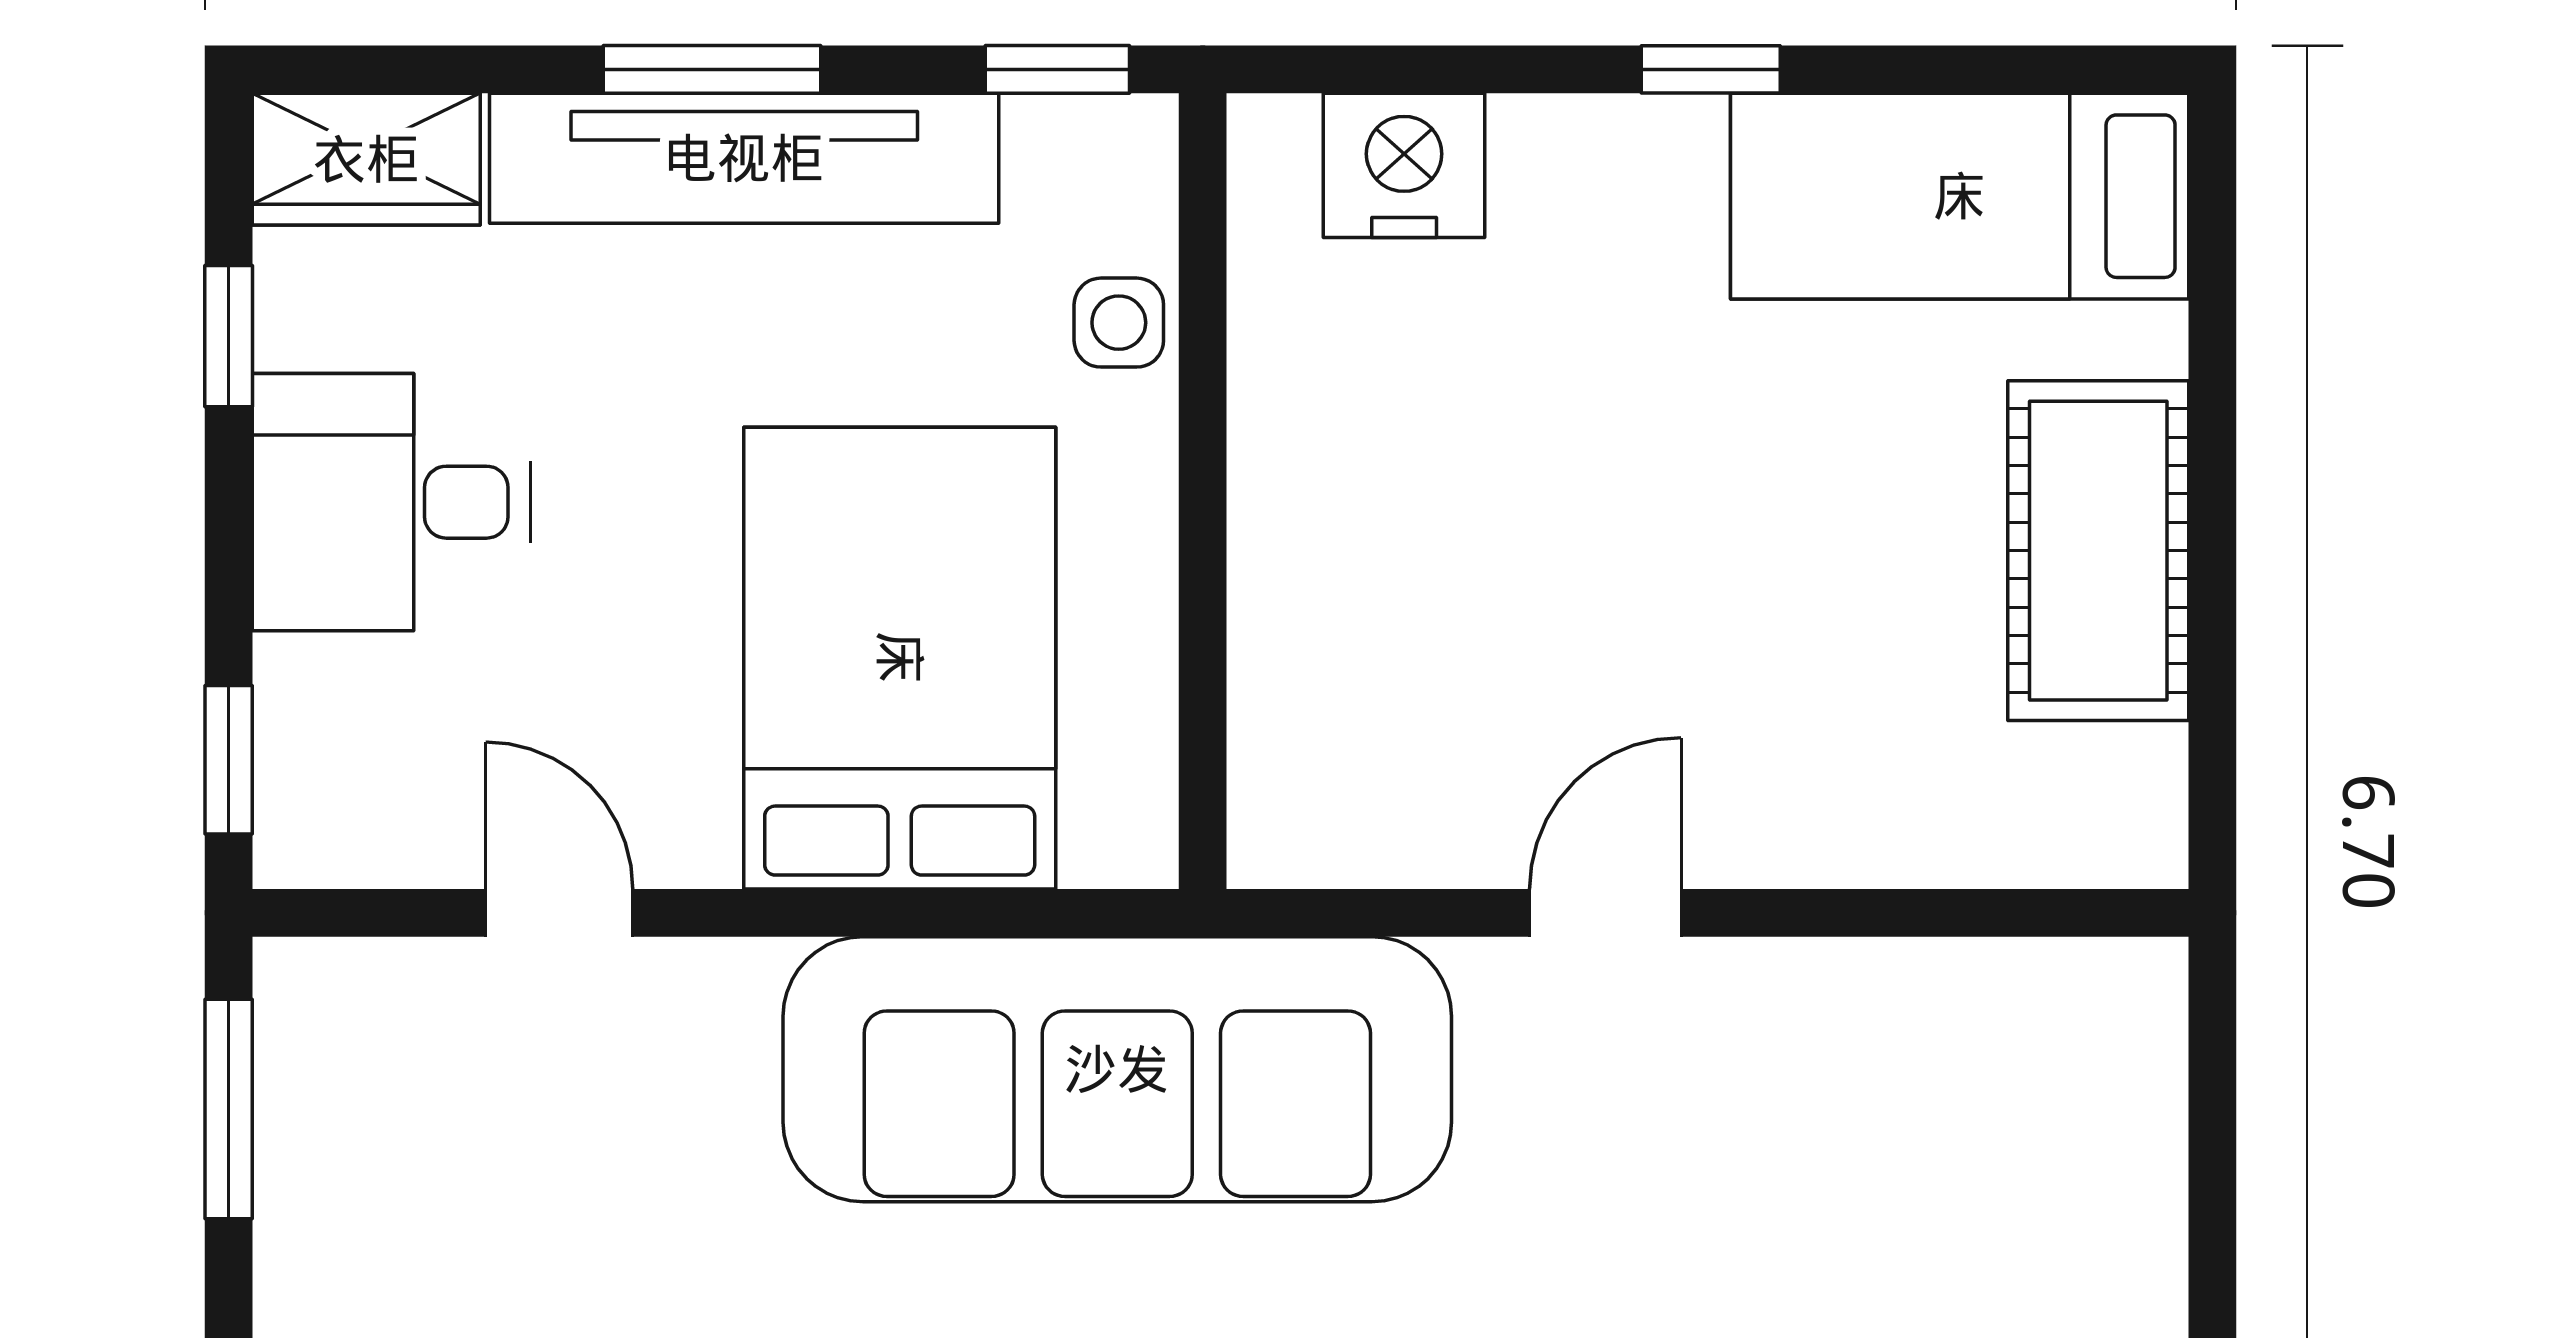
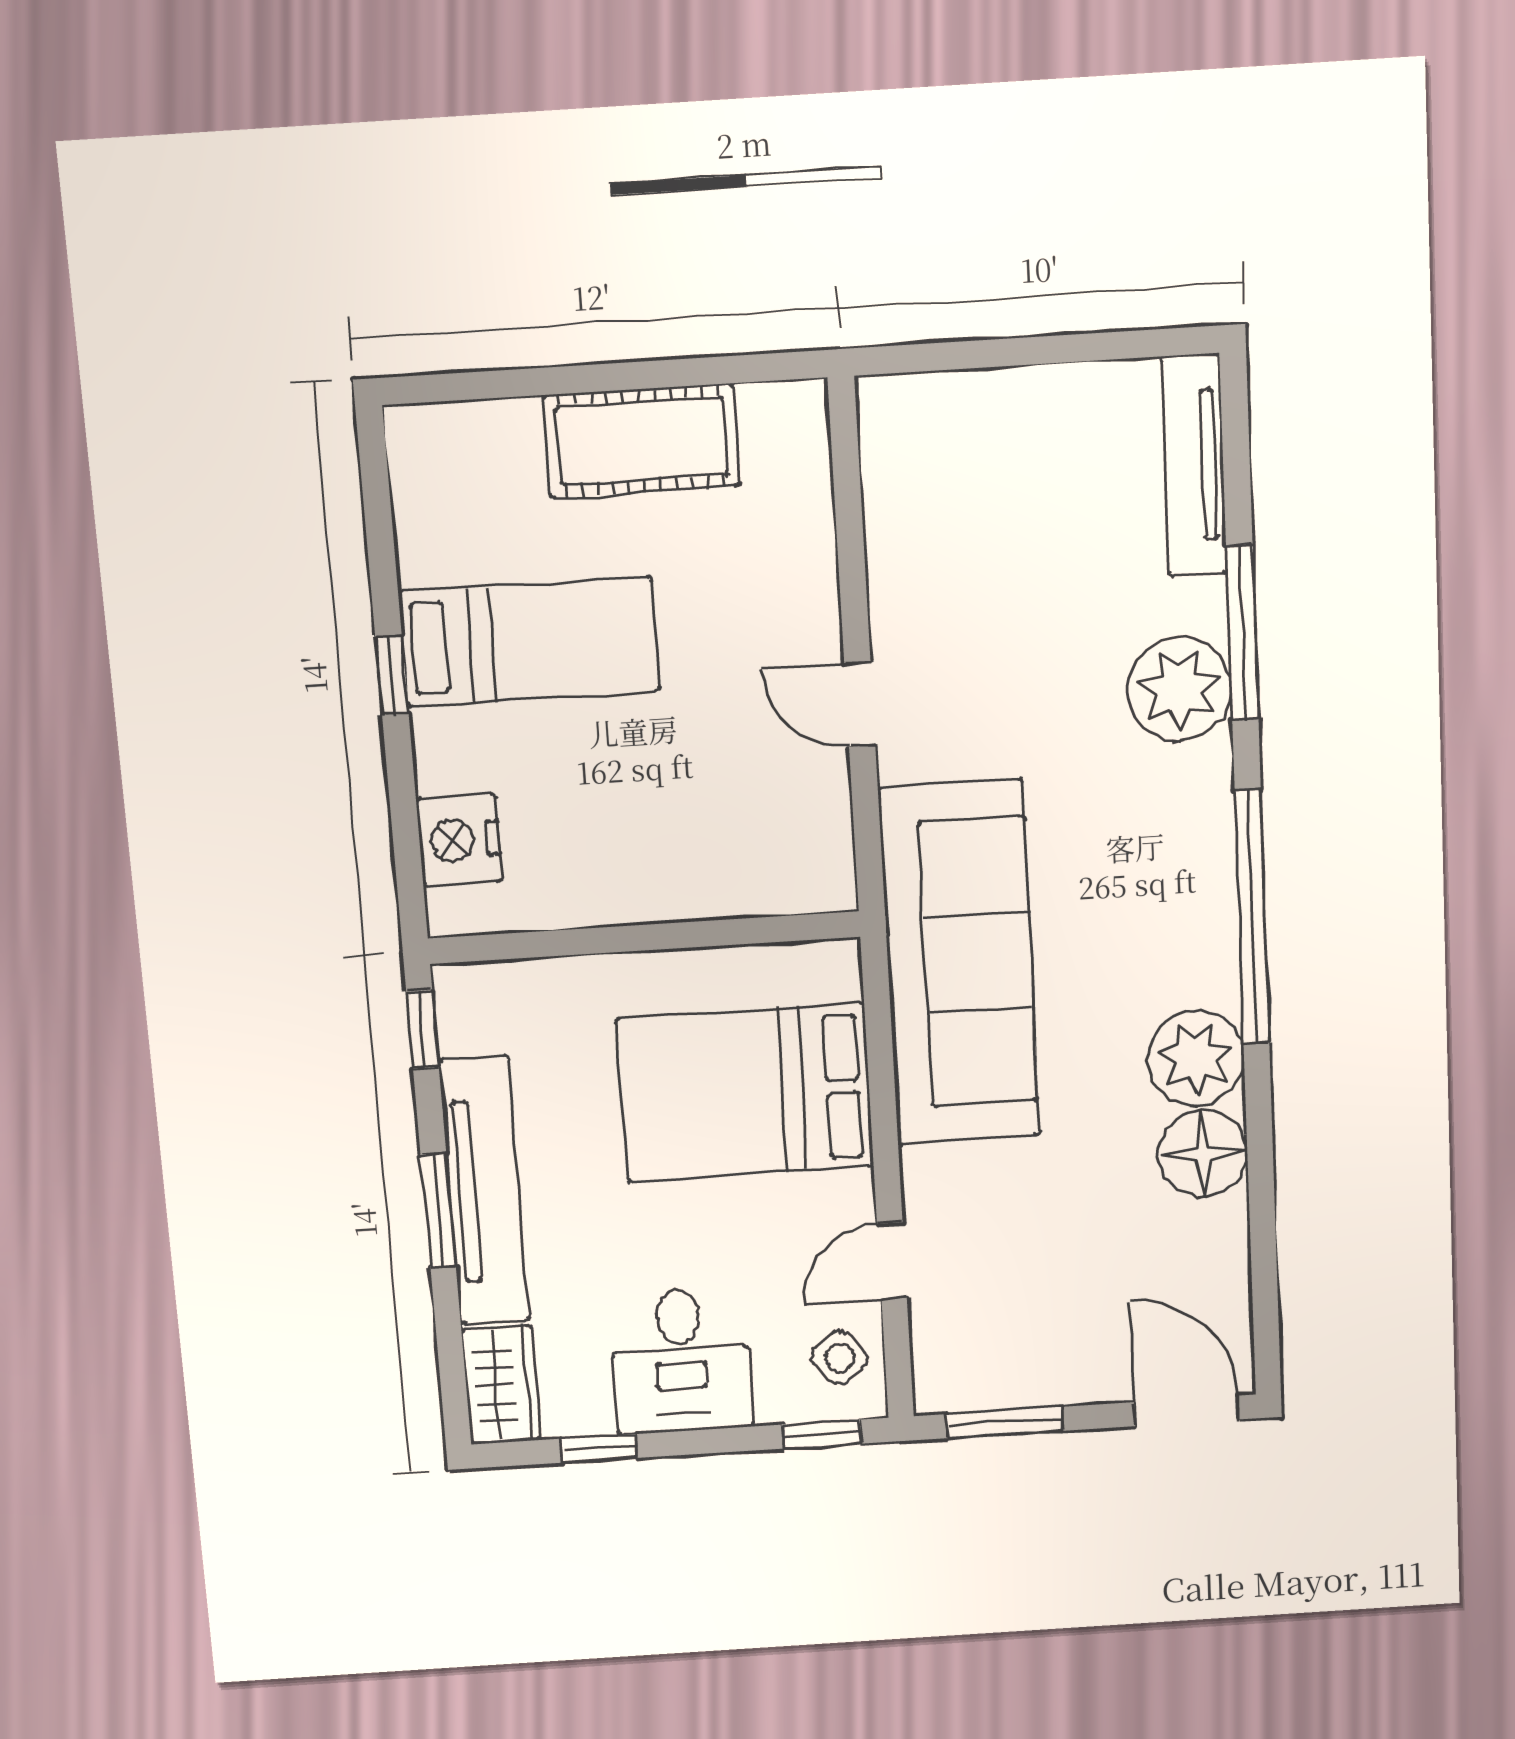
bed: (1960, 196) -> (529, 642), moved, turned -90
side table: (1119, 323) -> (839, 1358), moved, turned -38

